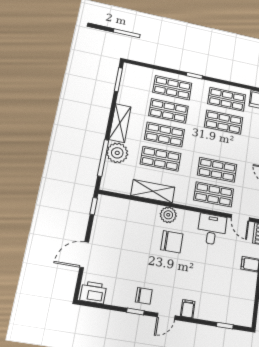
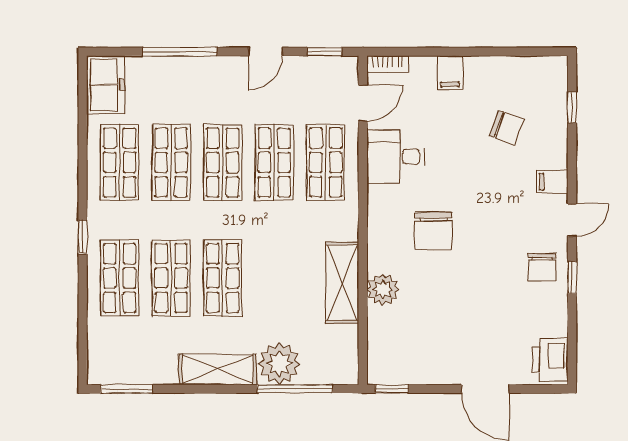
shop shelf: (161, 159) -> (223, 162), moved
plant: (168, 215) -> (383, 289), moved
chair: (172, 242) -> (433, 231), turned 180
chair: (219, 289) -> (507, 128), added
chair: (144, 296) -> (542, 267), turned 180
door: (166, 316) -> (572, 220), hinge flipped

